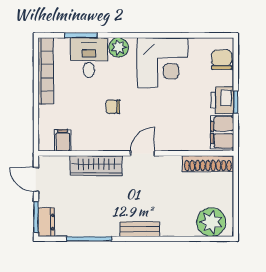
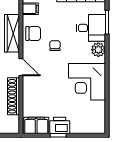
chair: (222, 60) -> (33, 34), moved
shoe rack: (208, 164) -> (13, 96), moved

